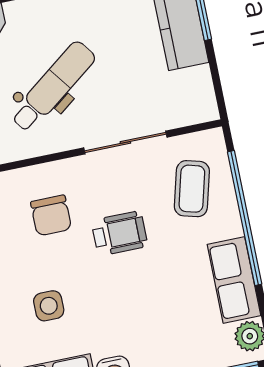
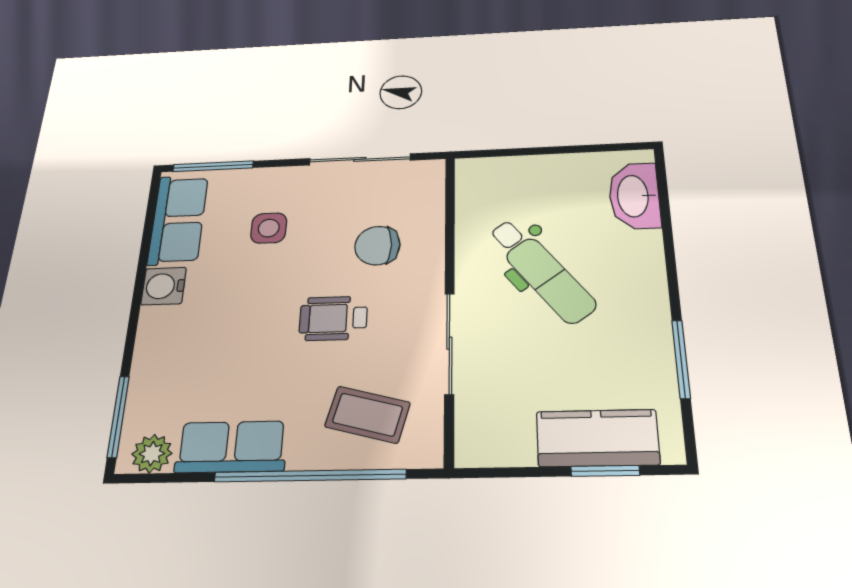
wheelchair: (120, 233) -> (333, 318), turned 90

